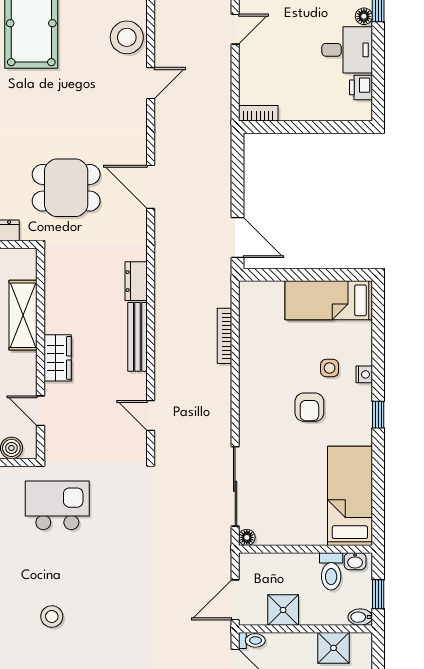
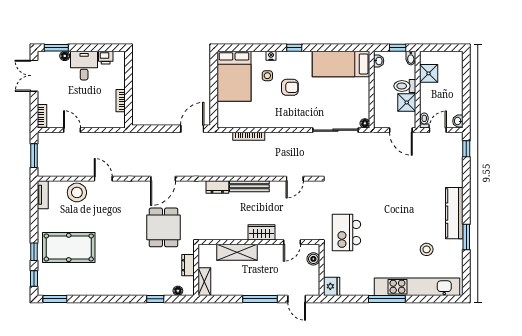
bookcase: (258, 113) -> (121, 101), moved
bed: (329, 300) -> (234, 76), width x1.50
toilet: (331, 571) -> (405, 86), moved, turned 180
stool: (52, 617) -> (427, 249), moved

